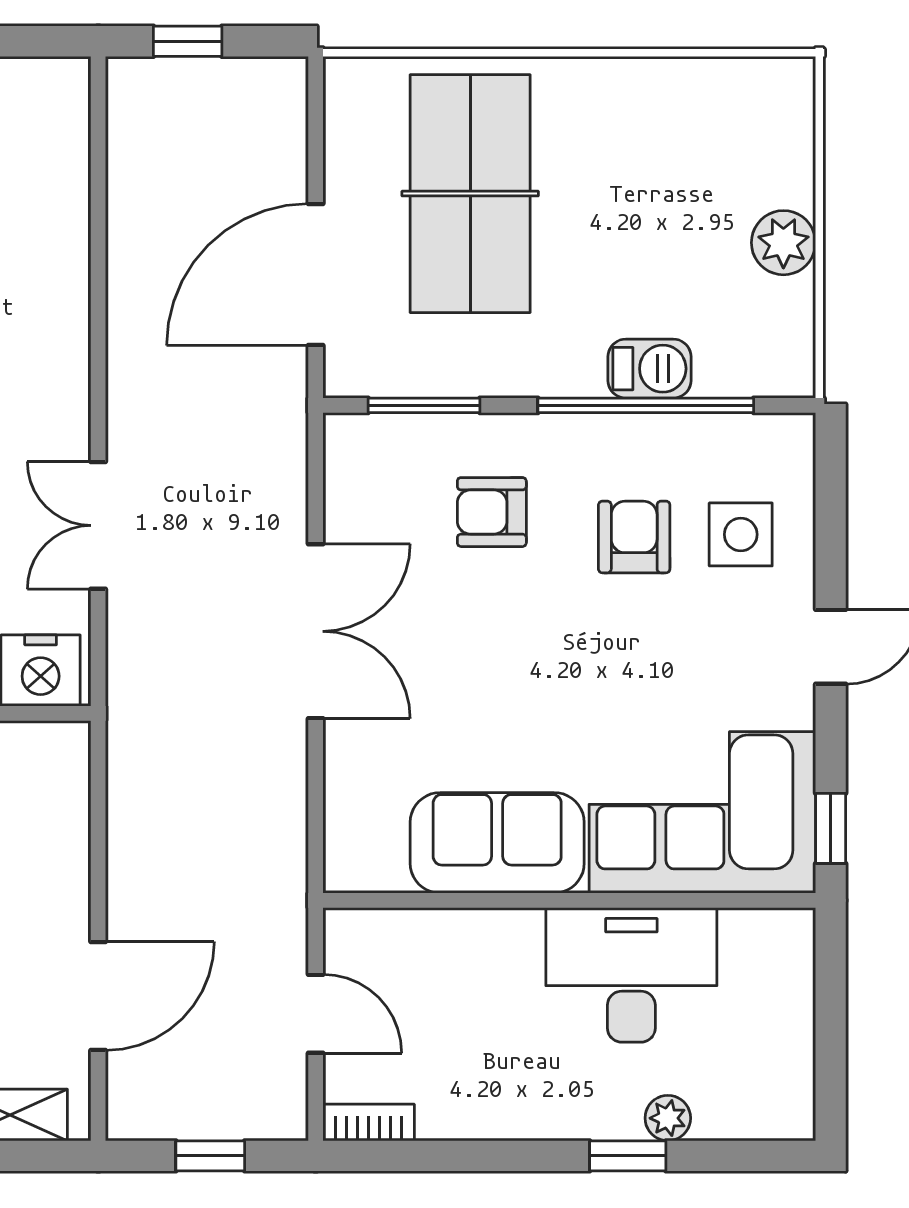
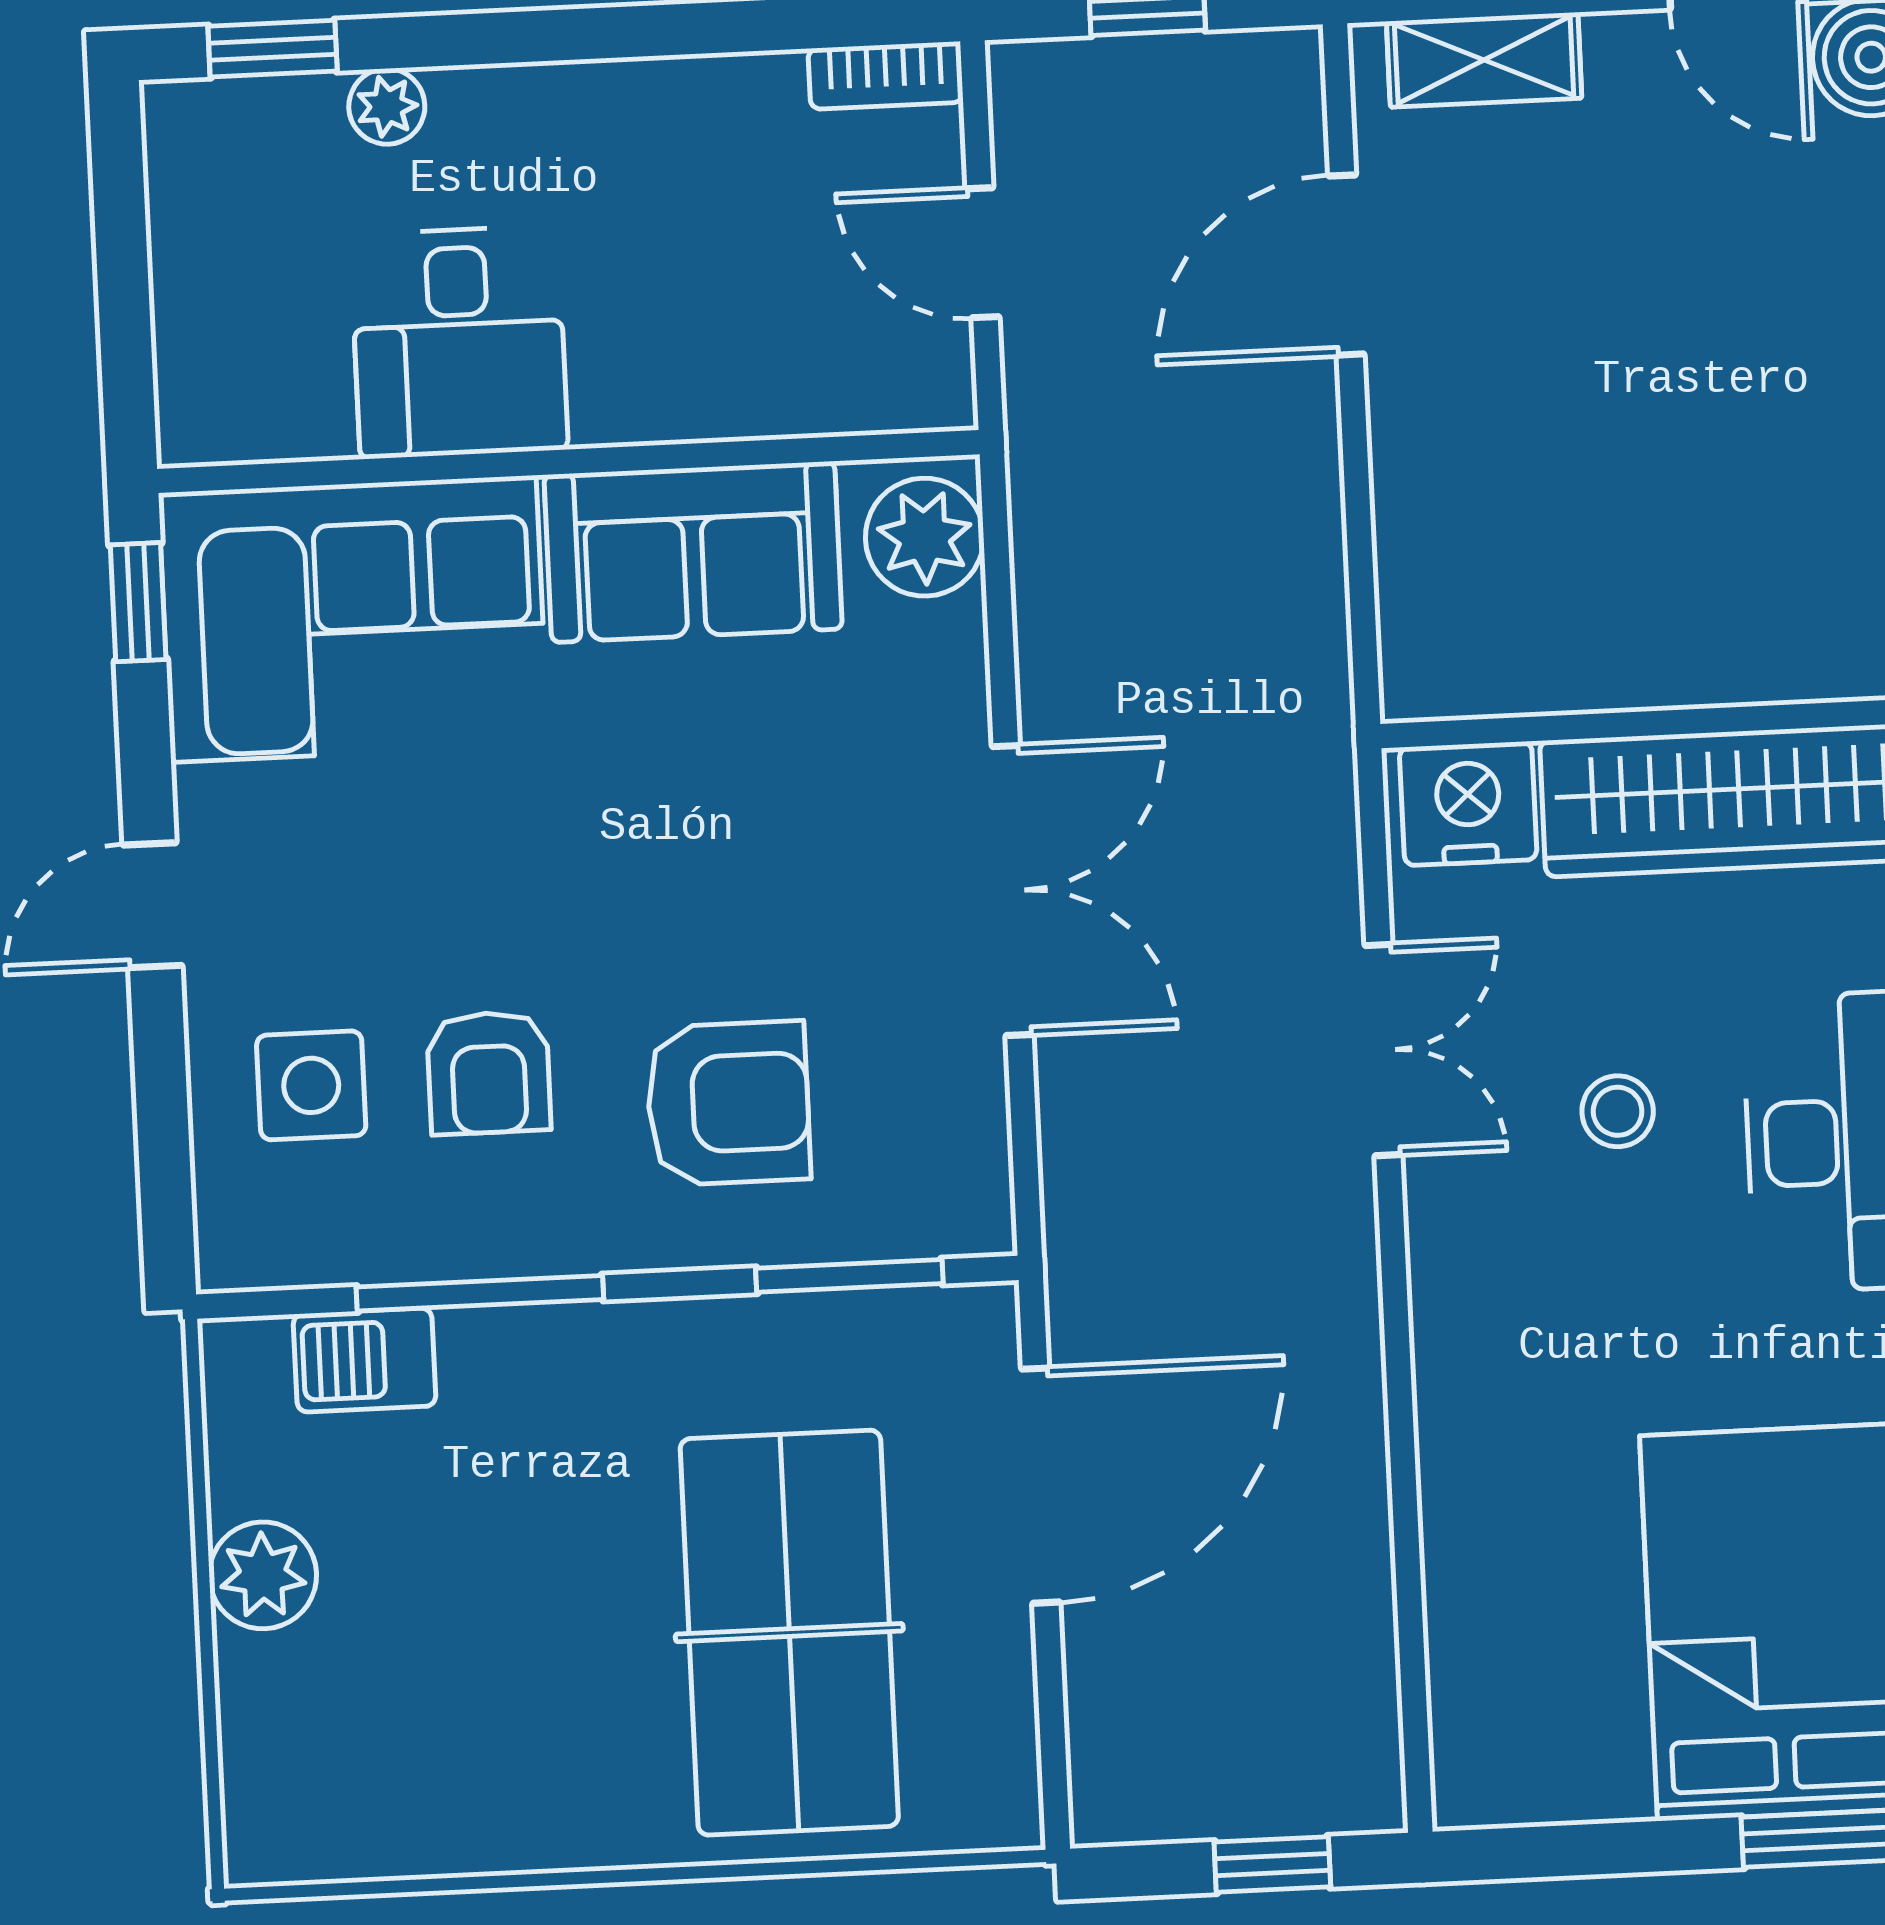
barbecue: (650, 369) -> (365, 1360), moved
window: (646, 405) -> (480, 1293), width x0.68
armchair: (492, 512) -> (728, 1103), width x1.38, depth x1.38
double door: (316, 631) -> (1013, 891), swing flipped
plant: (358, 845) -> (925, 537), added
desk: (631, 975) -> (459, 342), width x0.73
window: (628, 1156) -> (273, 49), moved

